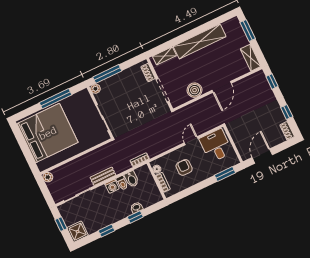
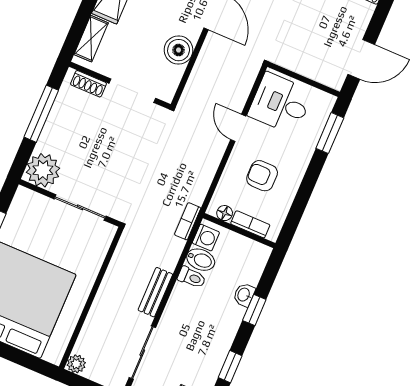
window: (107, 74) -> (41, 114), moved
plant: (95, 89) -> (43, 170), width x1.88, depth x1.88
door: (262, 156) -> (361, 59), swing flipped
washing machine: (112, 186) -> (206, 238), moved

